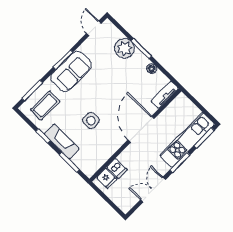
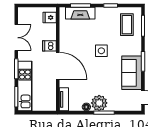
plant: (124, 48) -> (99, 103), moved
sofa: (71, 71) -> (132, 73), moved
side table: (91, 121) -> (101, 51), moved
fireplace: (62, 141) -> (80, 13), moved
dishwasher: (117, 168) -> (49, 46), moved

